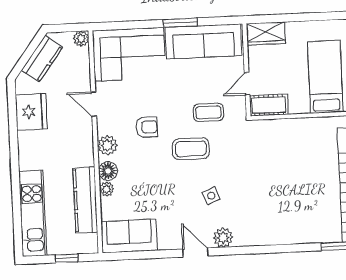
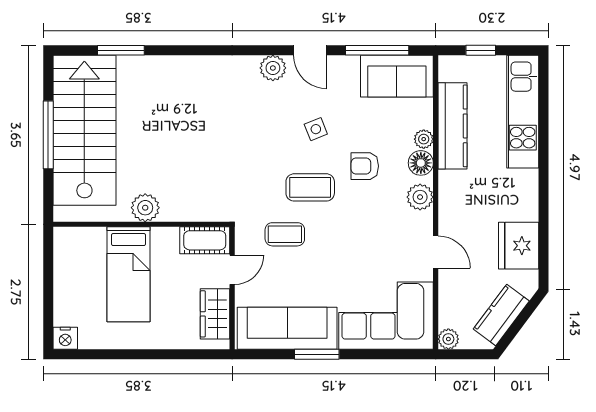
wardrobe: (266, 34) -> (215, 314), moved, turned -90
armchair: (147, 127) -> (365, 166), moved
plant: (315, 128) -> (145, 208), added
side table: (211, 196) -> (316, 129), moved
window: (145, 255) -> (377, 50), added

